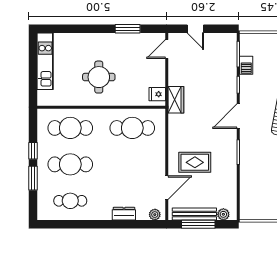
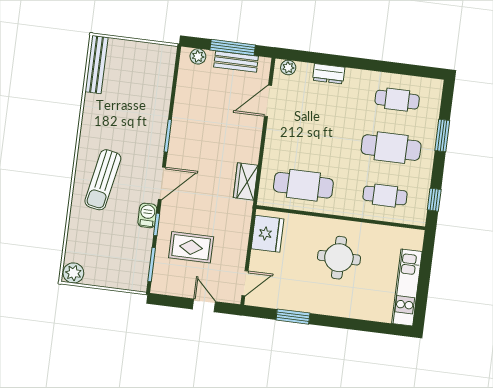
barbecue: (246, 65) -> (147, 215), moved
fridge: (157, 94) -> (268, 234), width x1.88, depth x1.34
wardrobe: (176, 100) -> (246, 181), moved
cafe table: (70, 128) -> (385, 196), width x0.73, depth x0.74
window: (33, 151) -> (434, 200), moved
rug: (195, 162) -> (191, 247), moved
bench: (194, 214) -> (236, 62), width x0.73

